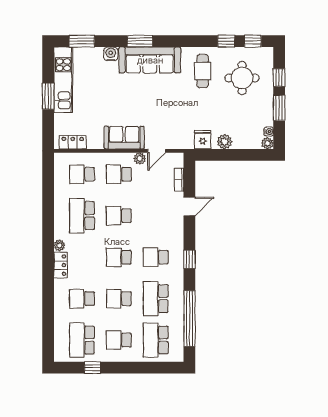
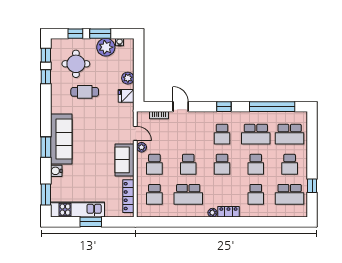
cafe table: (203, 71) -> (85, 92), moved
locker: (73, 142) -> (128, 196), width x1.53
plant: (267, 143) -> (106, 47), moved, width x1.88, depth x1.88

